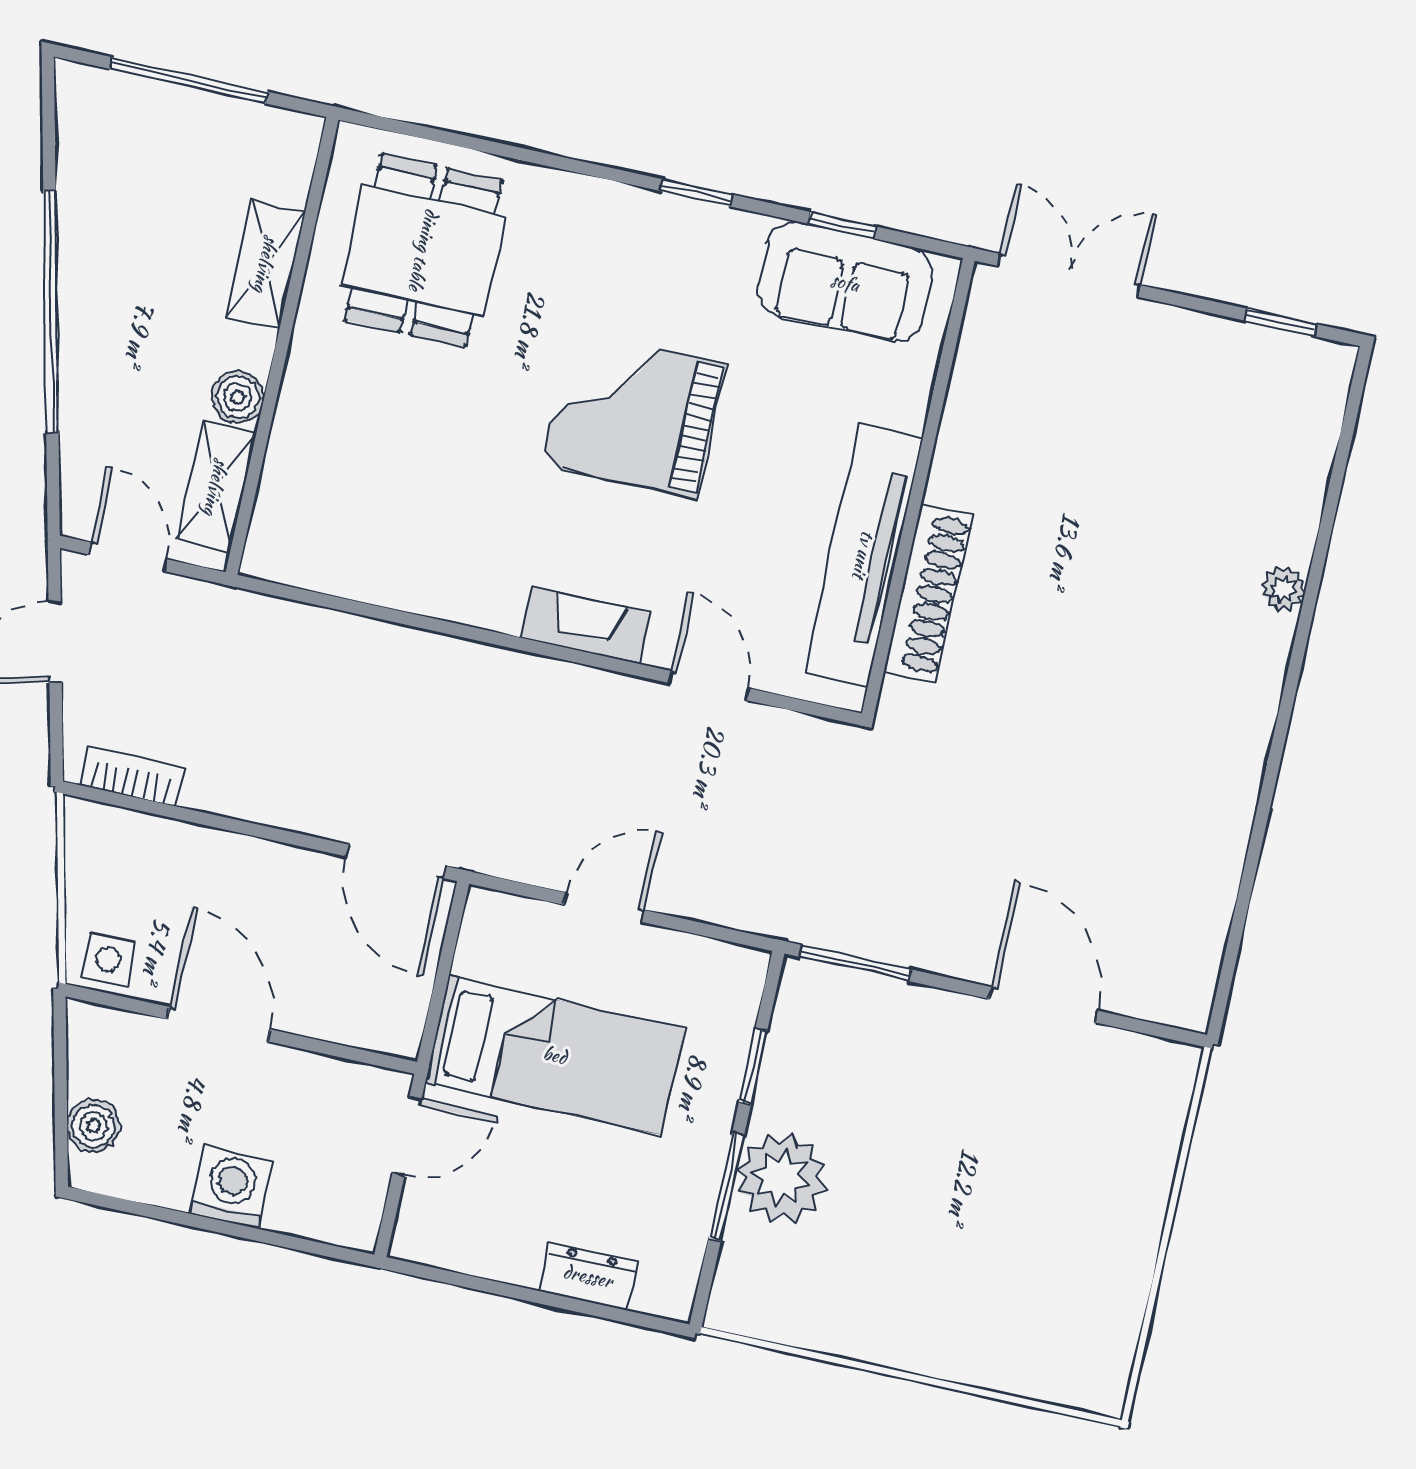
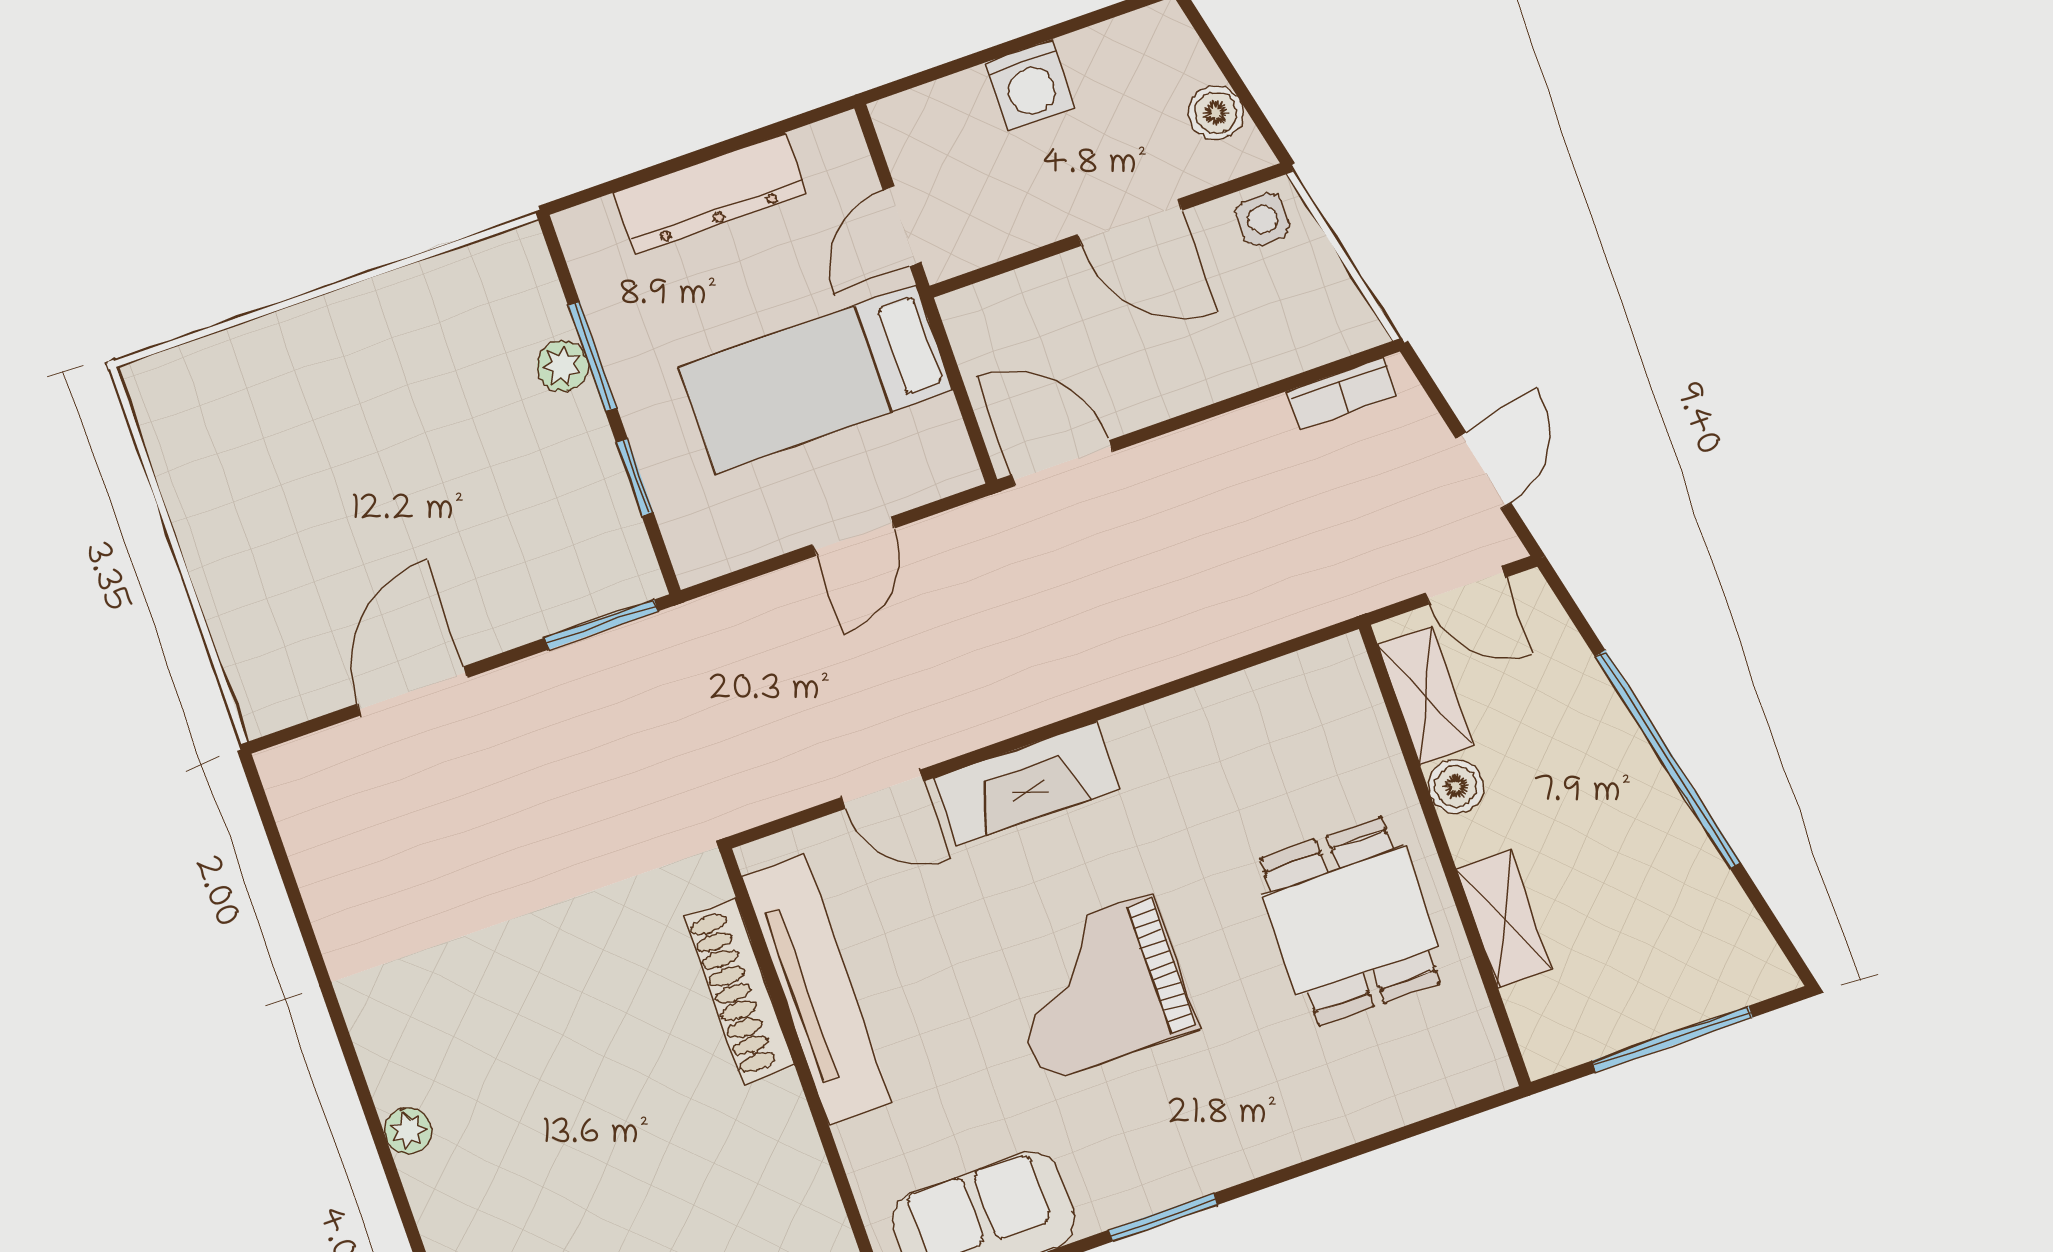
window: (696, 193) -> (1163, 1217), width x1.50
dining table: (424, 250) -> (1350, 921), moved
grand piano: (633, 414) -> (1098, 988), turned 180
plant: (1283, 589) -> (408, 1131), moved
fireplace: (586, 626) -> (1026, 783), width x1.37, depth x1.32
door: (1043, 1005) -> (412, 691), swing flipped
boiler: (93, 1126) -> (1216, 113), moved
plant: (781, 1178) -> (562, 366), width x0.53, depth x0.53
dresser: (588, 1276) -> (710, 193), width x1.96, depth x1.24

